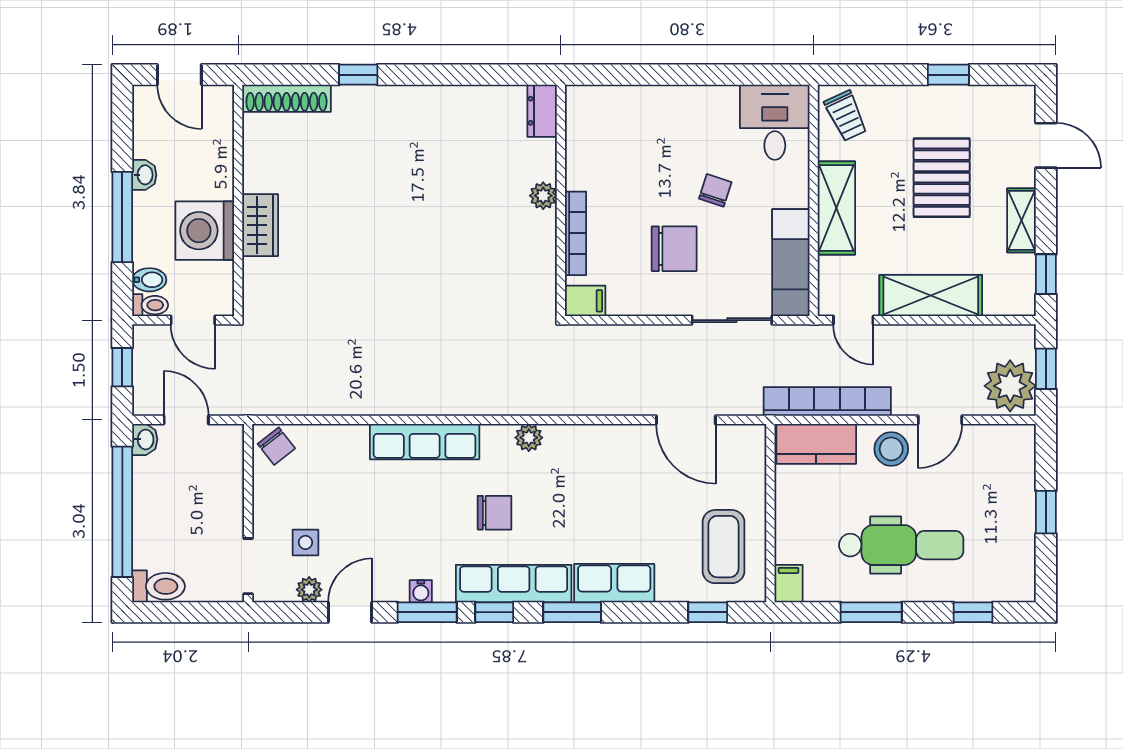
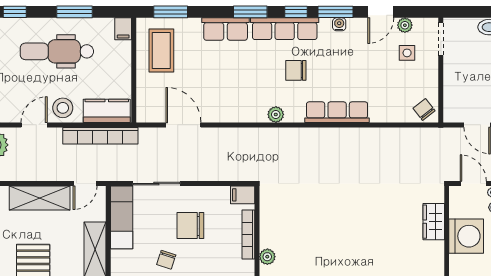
wardrobe: (260, 225) -> (434, 222), moved
door: (853, 320) -> (85, 184), swing flipped
window: (708, 612) -> (171, 12), width x1.50

